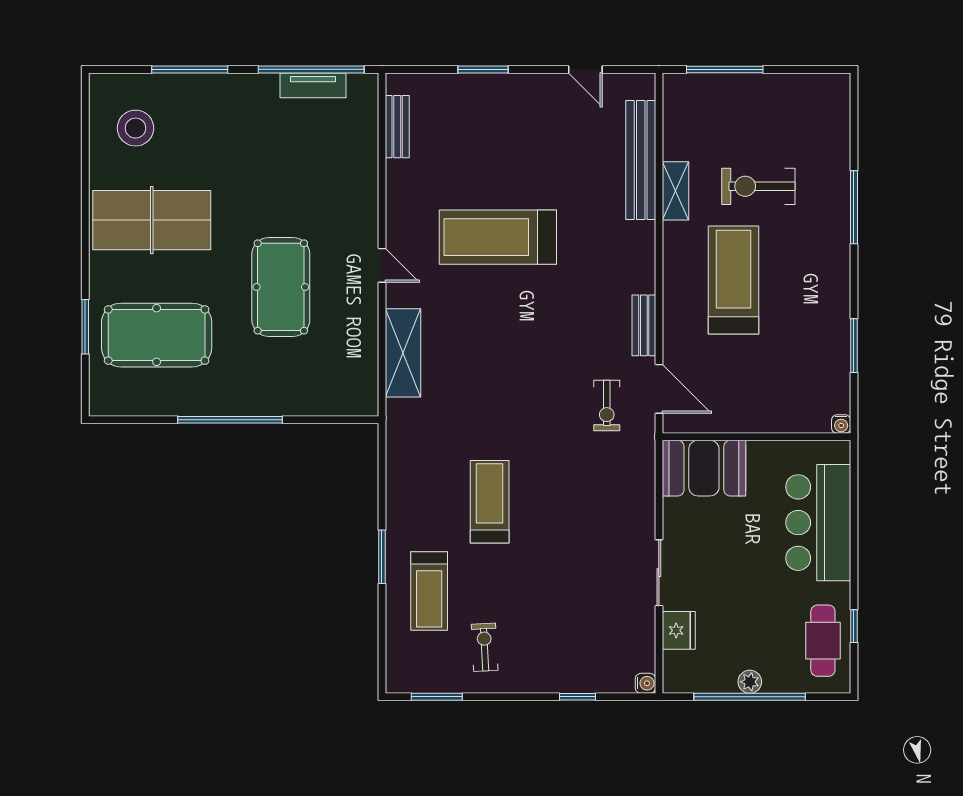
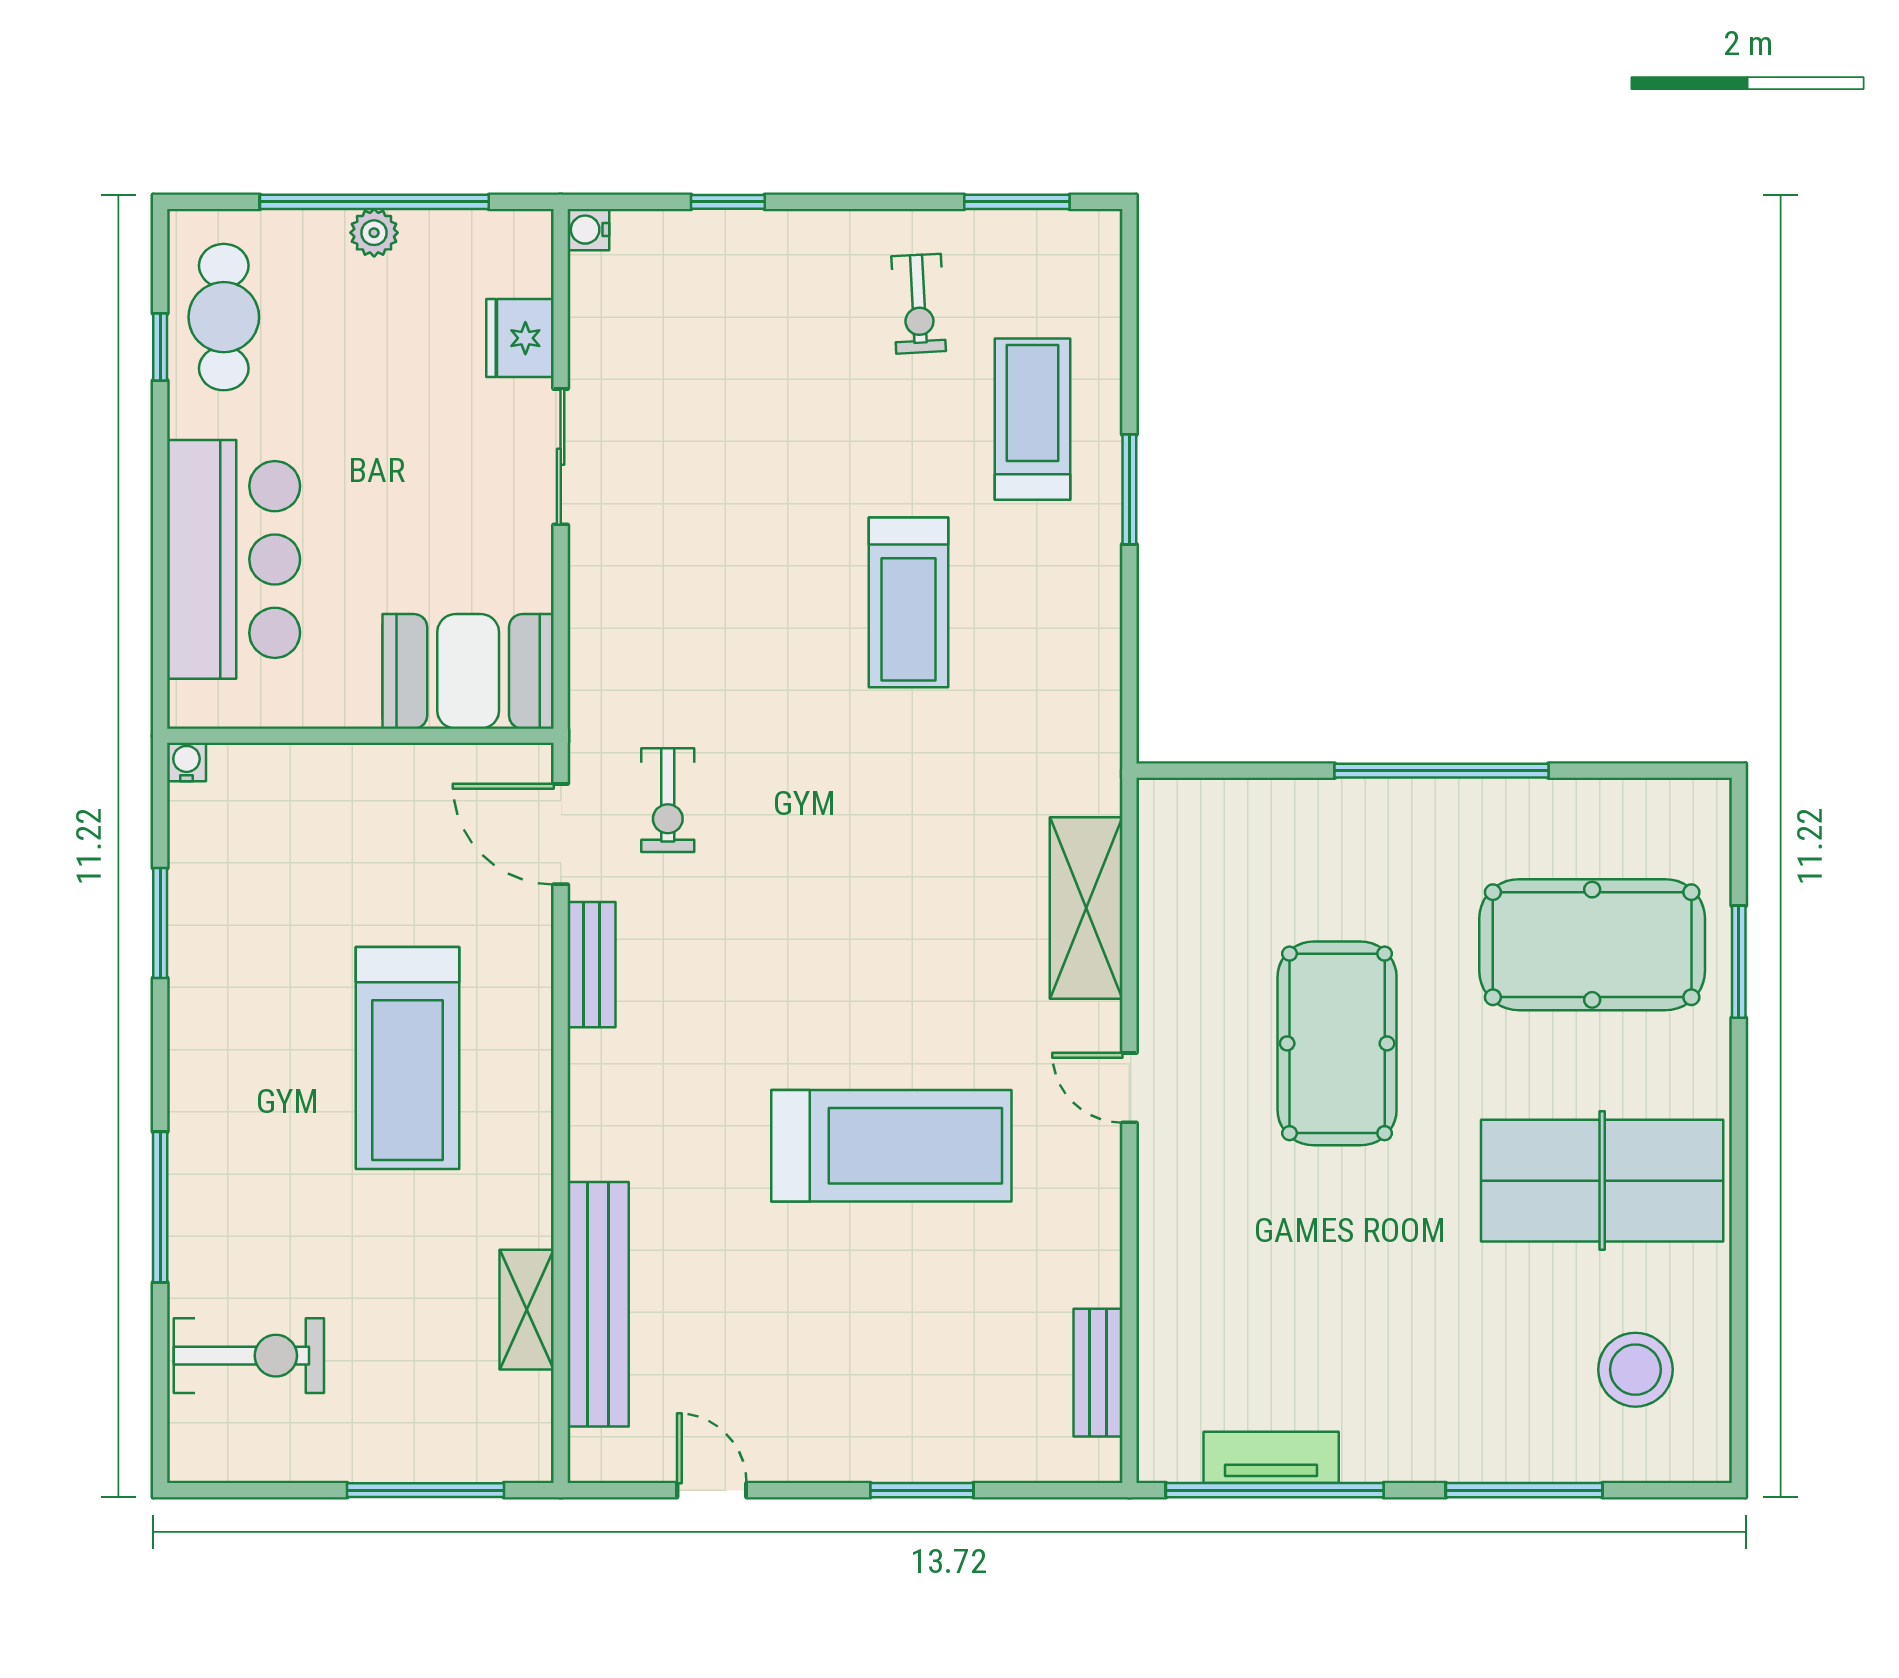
exercise bike: (758, 186) -> (249, 1356), moved
shelving: (675, 191) -> (527, 1310), moved
exercise bike: (607, 405) -> (668, 800), turned 180

